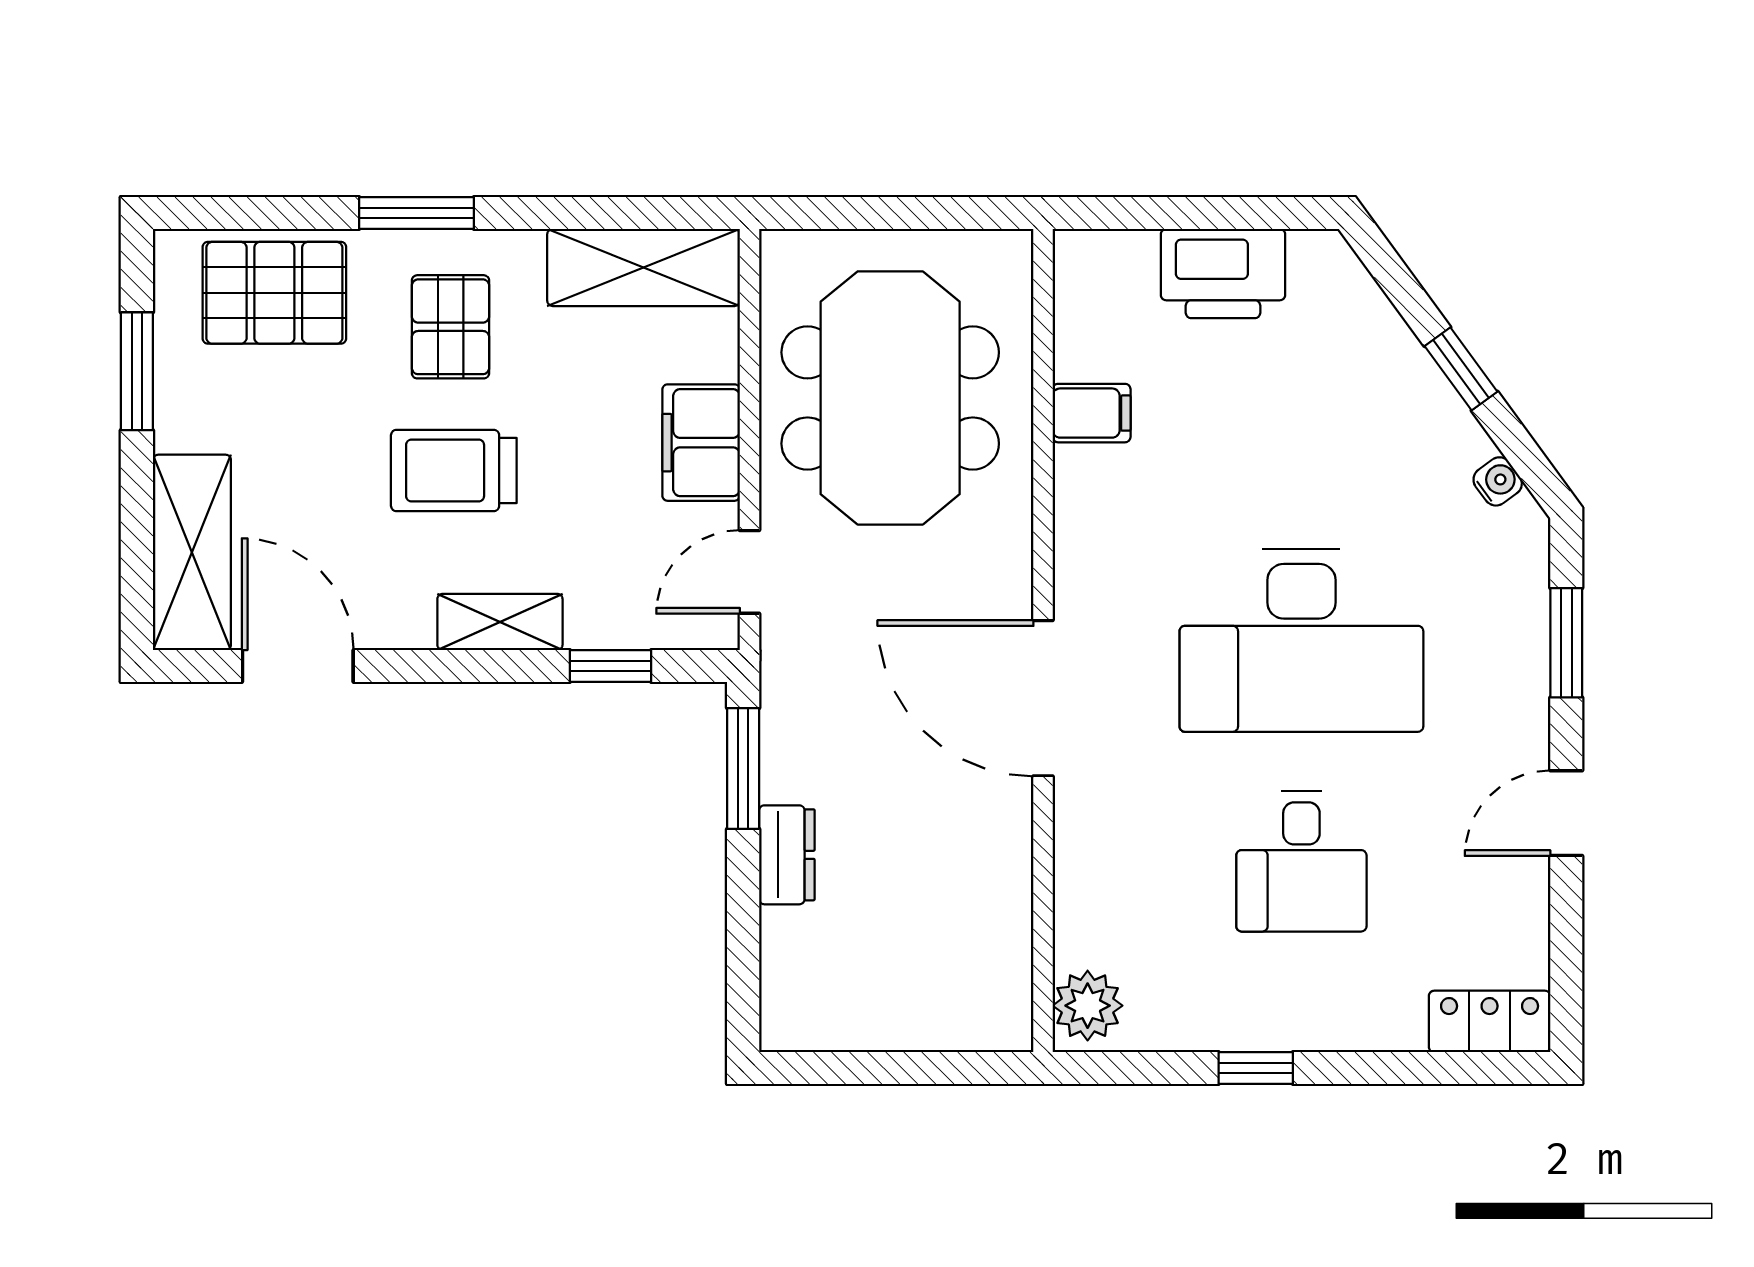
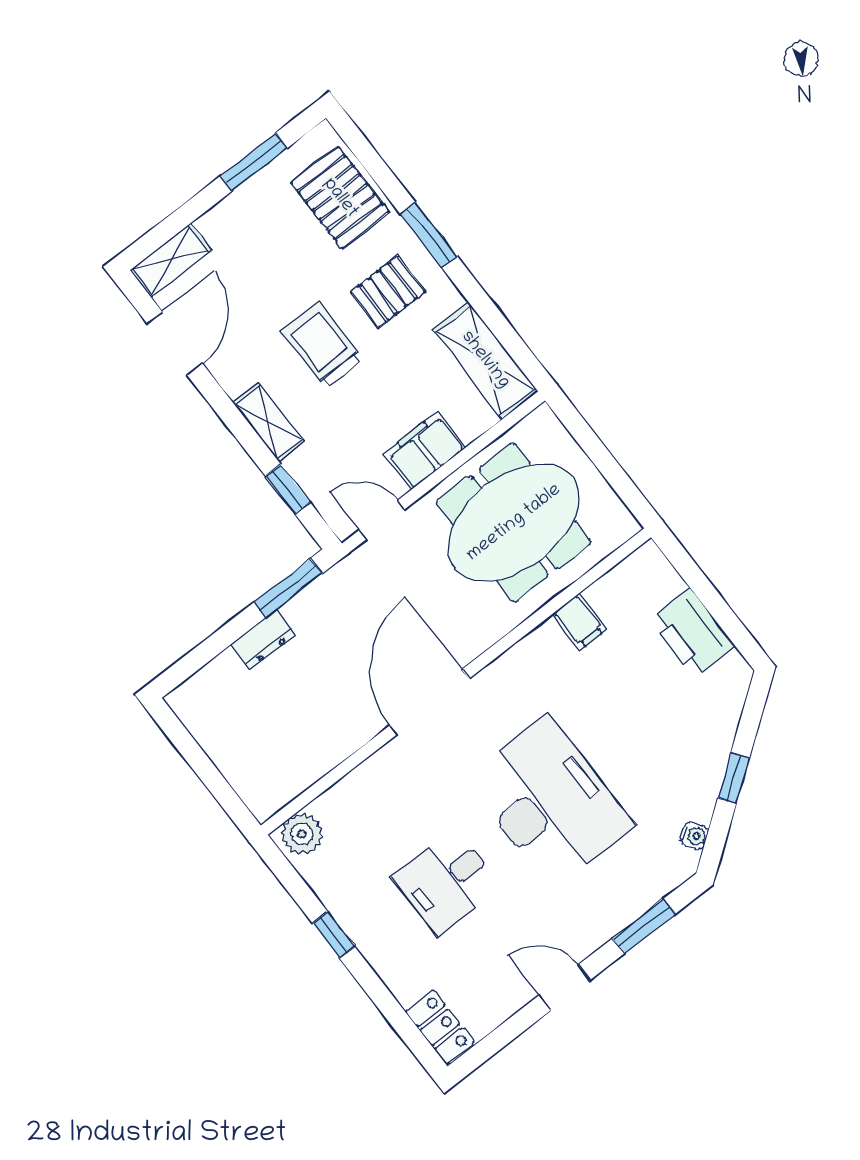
shelving: (192, 552) -> (171, 260), width x0.67, depth x0.75
desk: (1301, 641) -> (549, 802), turned 180

